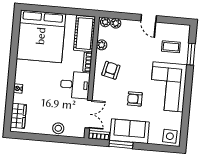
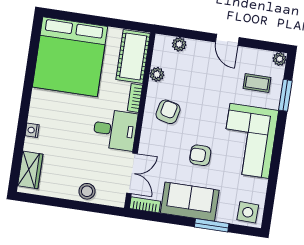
plant: (105, 22) -> (280, 59), moved
window: (121, 144) -> (212, 225), moved

